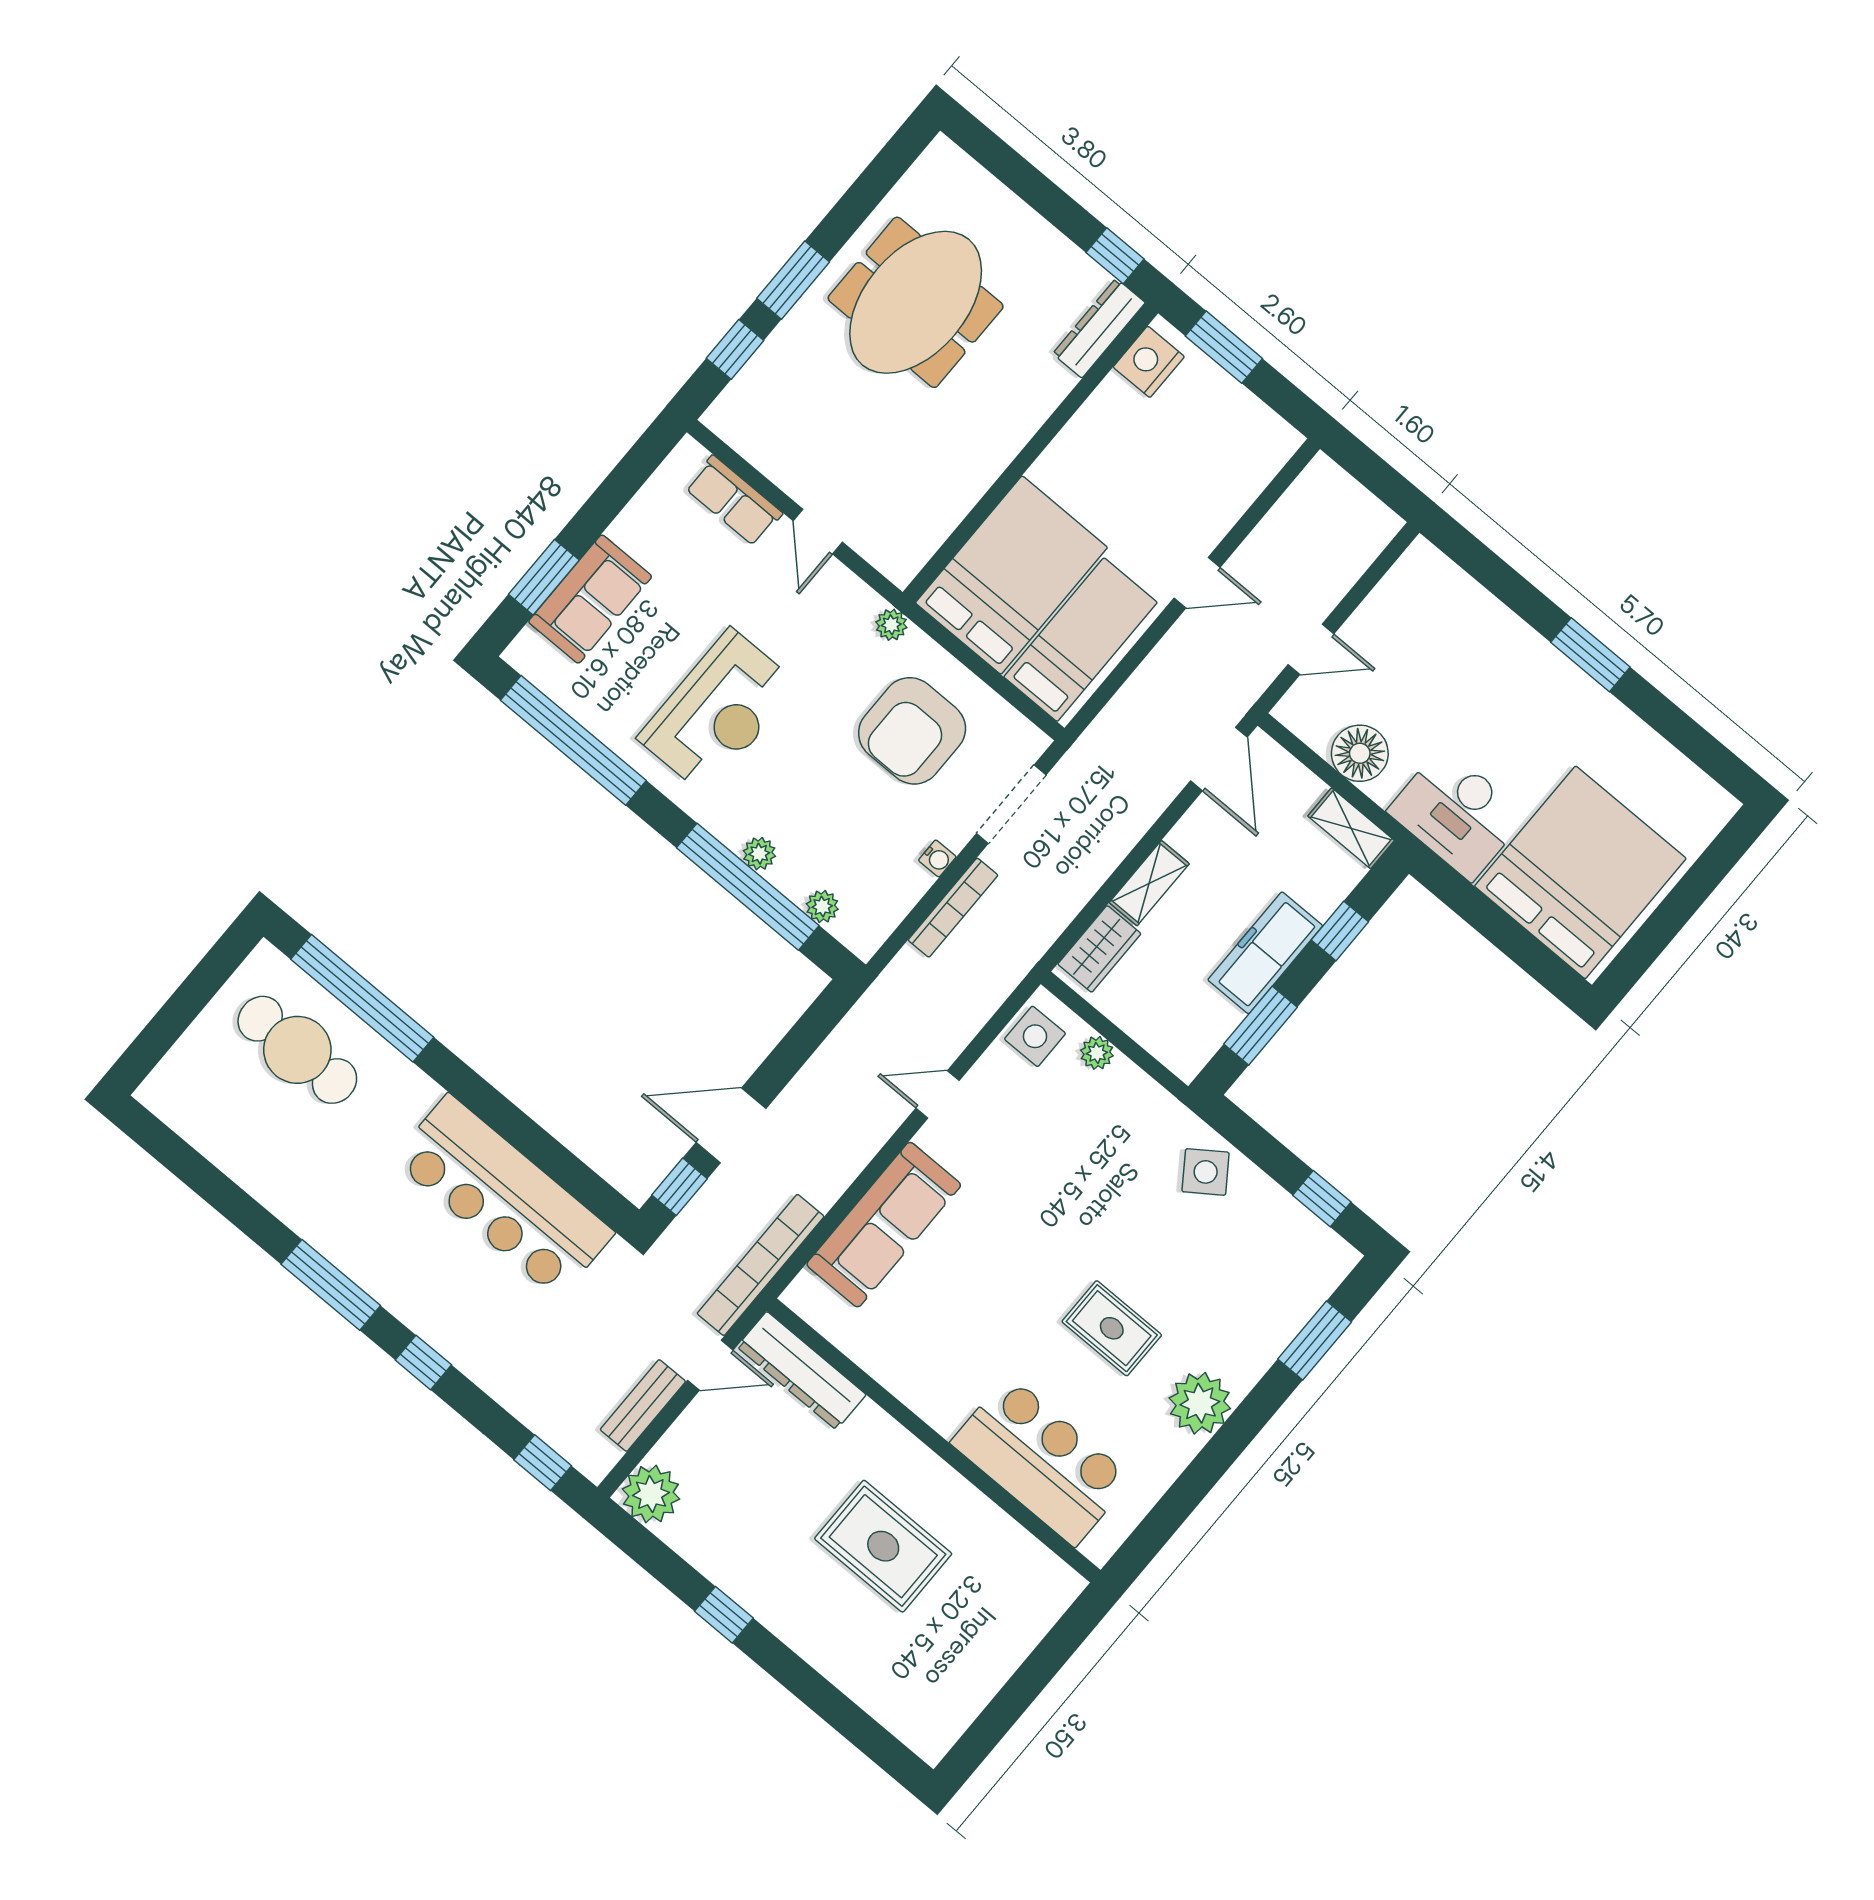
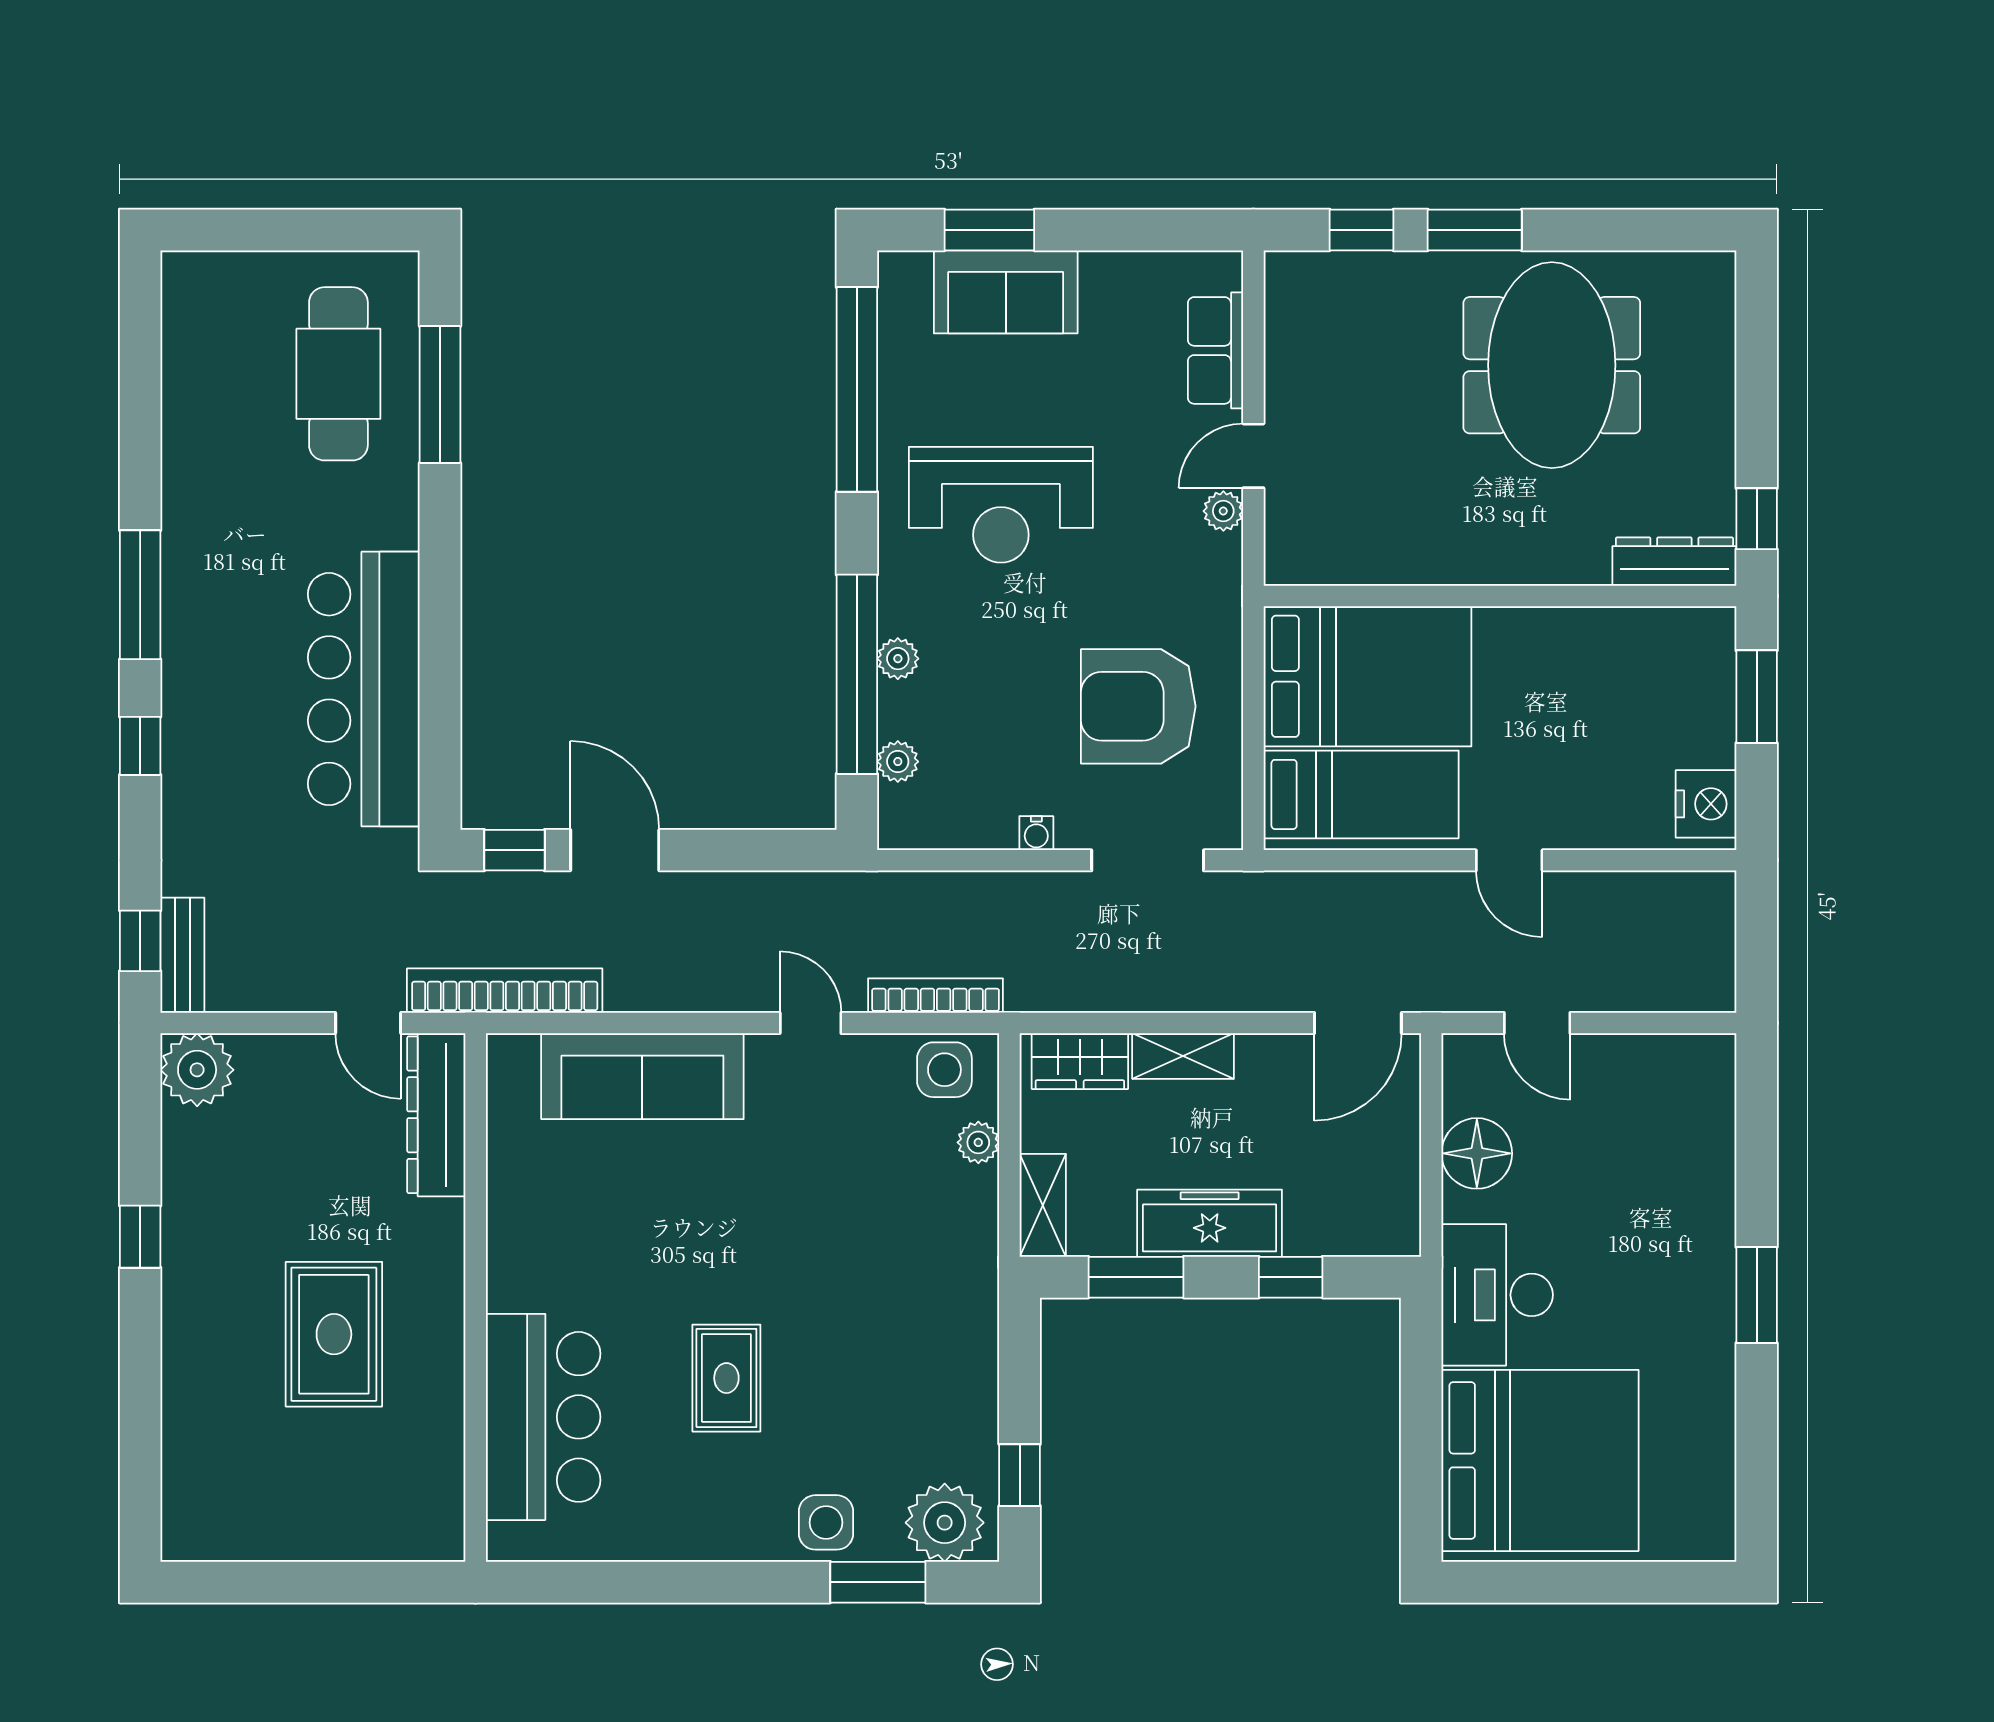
meeting table: (916, 302) -> (1552, 365), turned 90
nightstand: (1149, 362) -> (1706, 804), moved, turned 90
plant: (891, 625) -> (1223, 511), moved
shelving: (1351, 828) -> (1043, 1205), moved
bookcase: (953, 908) -> (936, 996), moved, turned 180
window: (362, 998) -> (440, 395), width x0.68
side table: (1206, 1172) -> (826, 1522), moved, turned 35
plant: (1200, 1403) -> (945, 1523), moved
bench: (643, 1405) -> (182, 955), moved, turned 90

